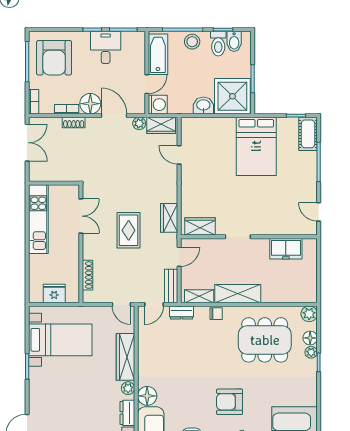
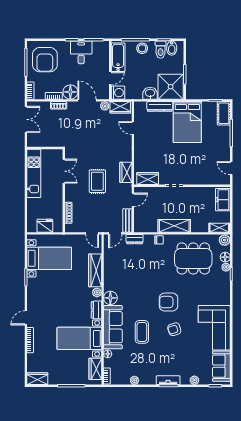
dresser: (217, 124) -> (160, 106), added
freezer: (286, 249) -> (223, 200), moved, turned 90
shelving: (199, 296) -> (219, 228), moved

